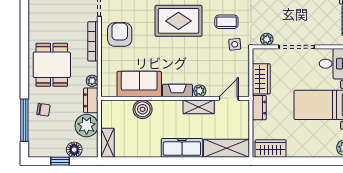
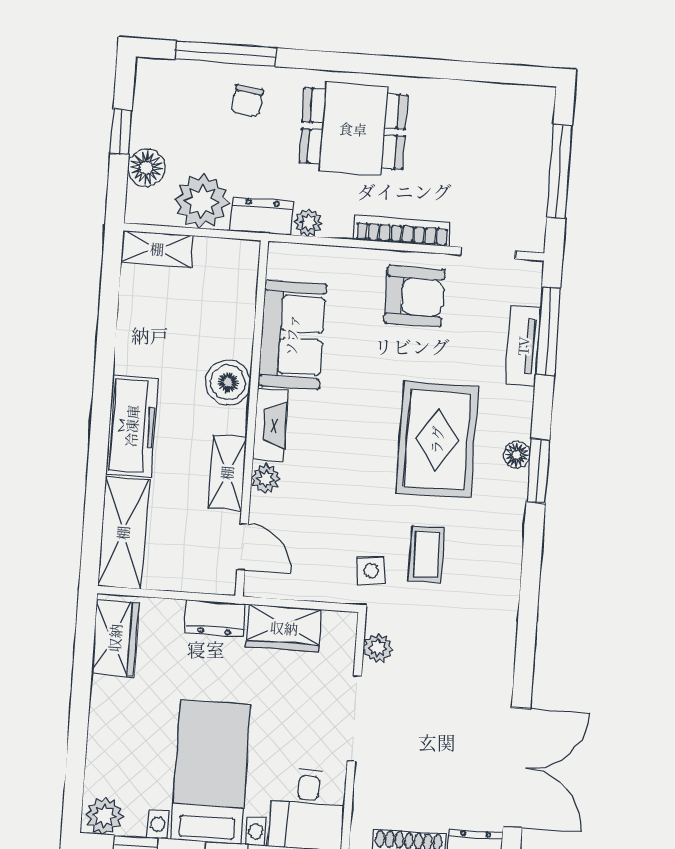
boiler: (143, 109) -> (228, 382), moved

